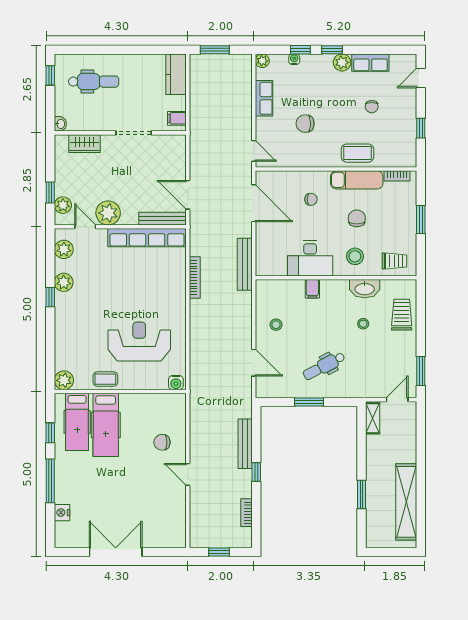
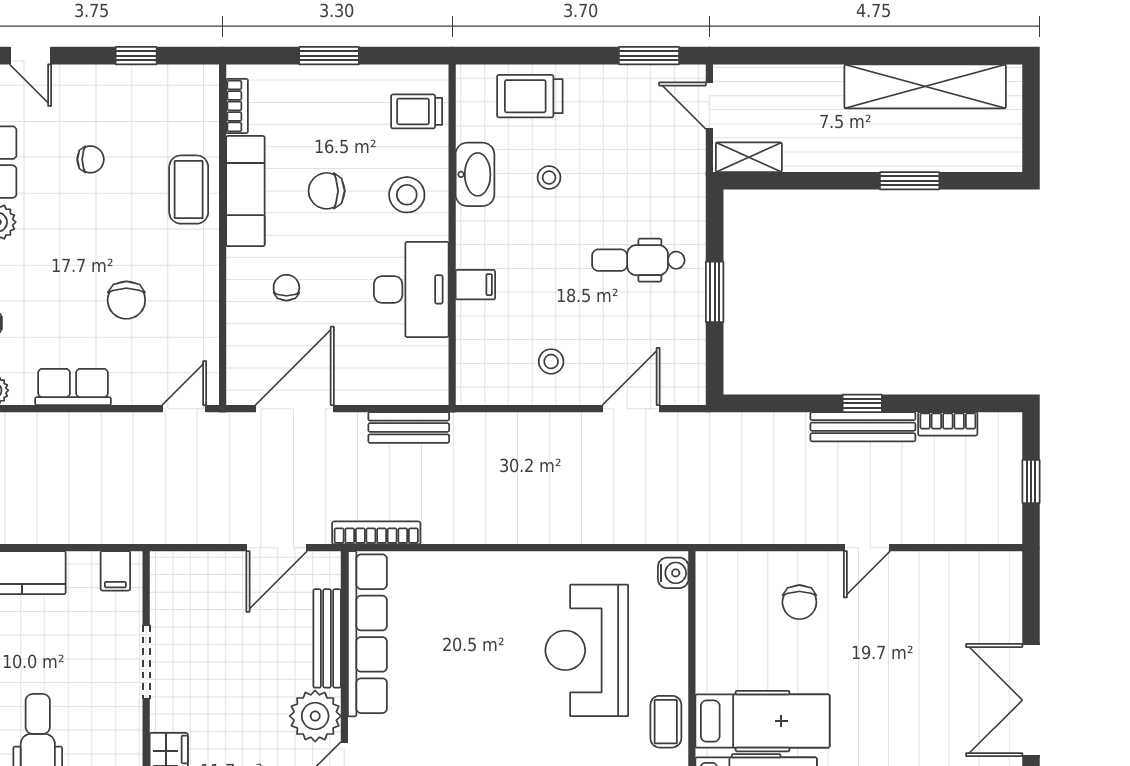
bench: (162, 219) -> (327, 638), moved
trolley: (394, 261) -> (417, 111), turned -90
bench: (245, 264) -> (409, 427), width x0.73
bookcase: (195, 278) -> (376, 533), moved
dental chair: (324, 366) -> (638, 260), turned 118
bench: (245, 444) -> (863, 427), moved

